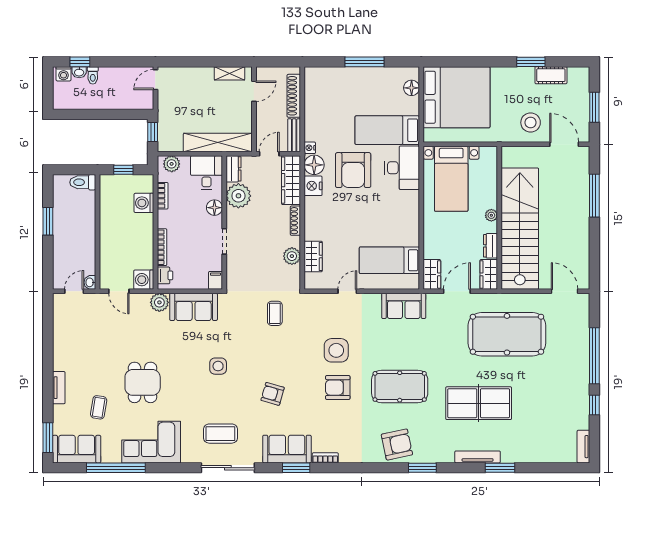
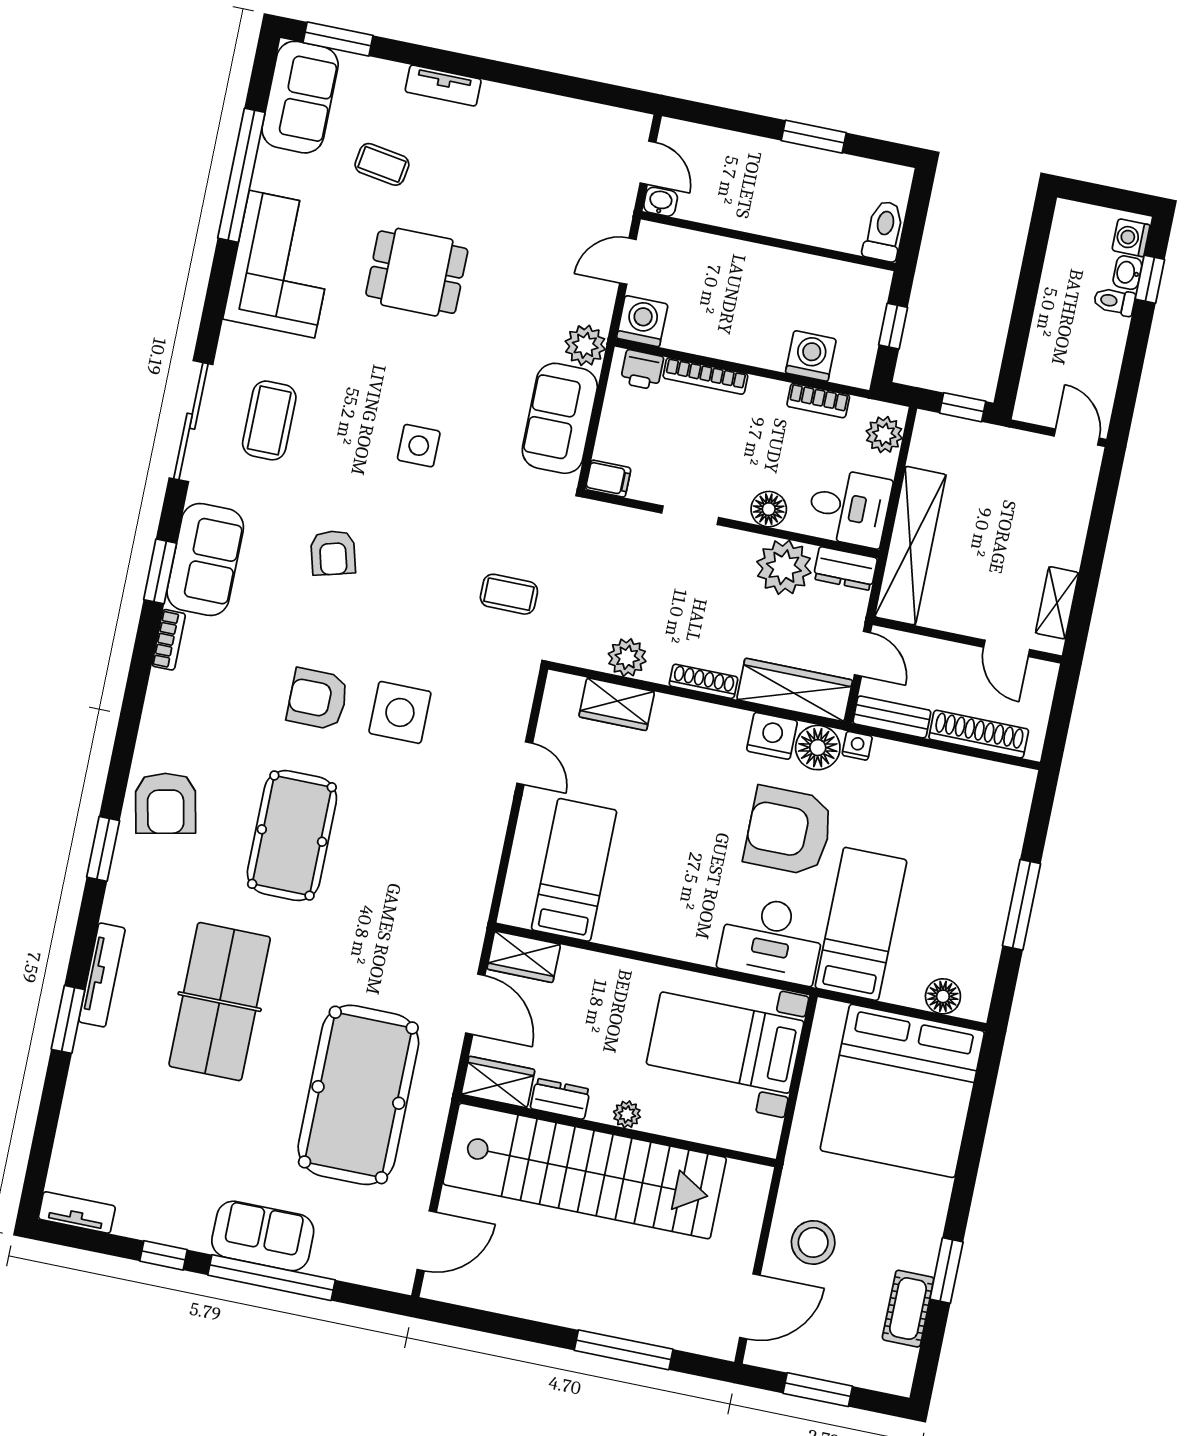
sofa: (404, 306) -> (263, 1236), moved, turned 90
armchair: (338, 388) -> (318, 699), turned -90
armchair: (273, 394) -> (333, 553), turned 149

